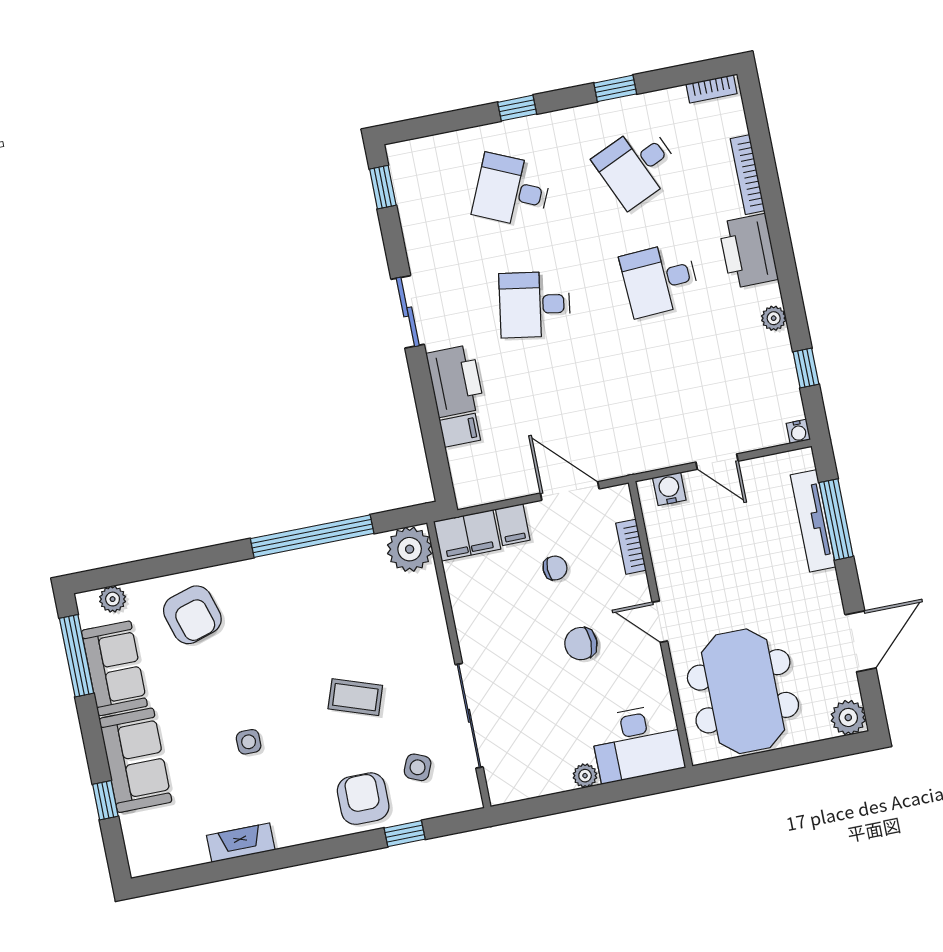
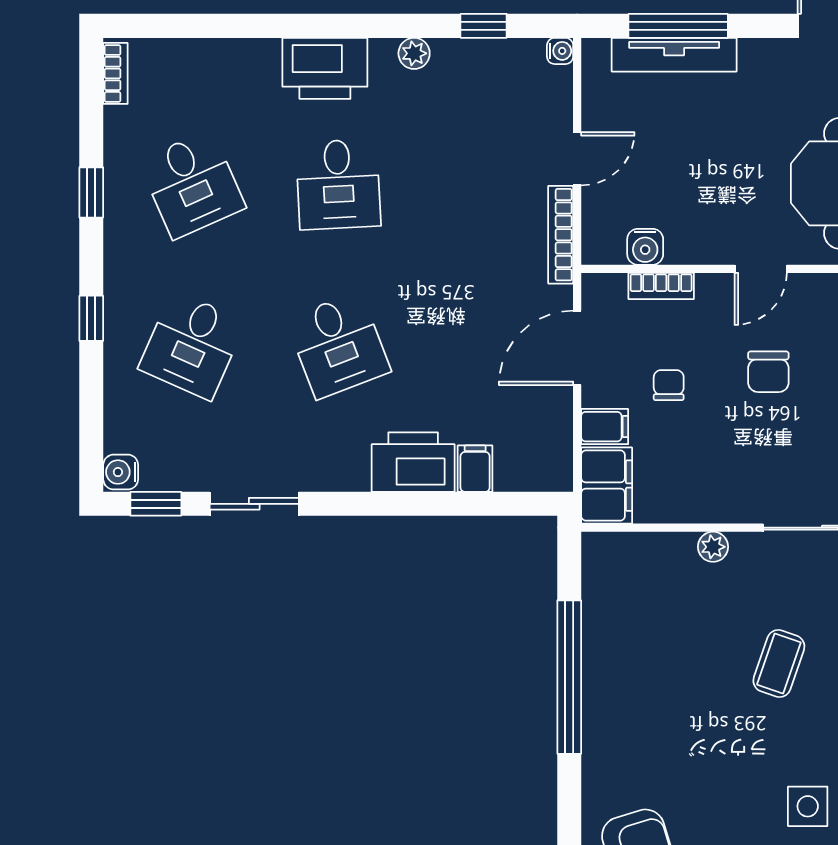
water cooler: (402, 155) -> (121, 472), added
bookcase: (747, 175) -> (561, 235), moved, turned 90
desk: (535, 305) -> (338, 345), turned -30
sliding door: (408, 312) -> (254, 504), moved
water cooler: (669, 489) -> (645, 247), moved, turned -90
plant: (410, 549) -> (713, 547), moved, width x0.53, depth x0.53
side table: (249, 742) -> (808, 806), width x1.37, depth x1.37

